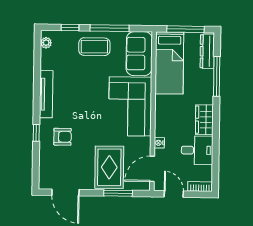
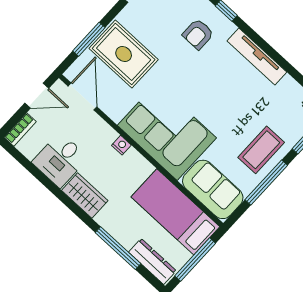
nightstand: (159, 143) -> (121, 145), moved

